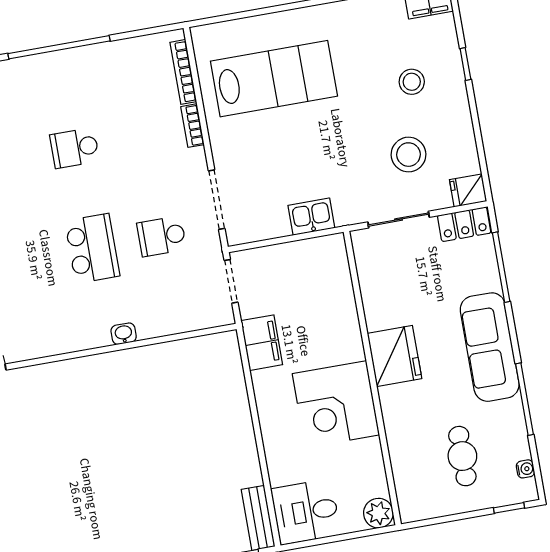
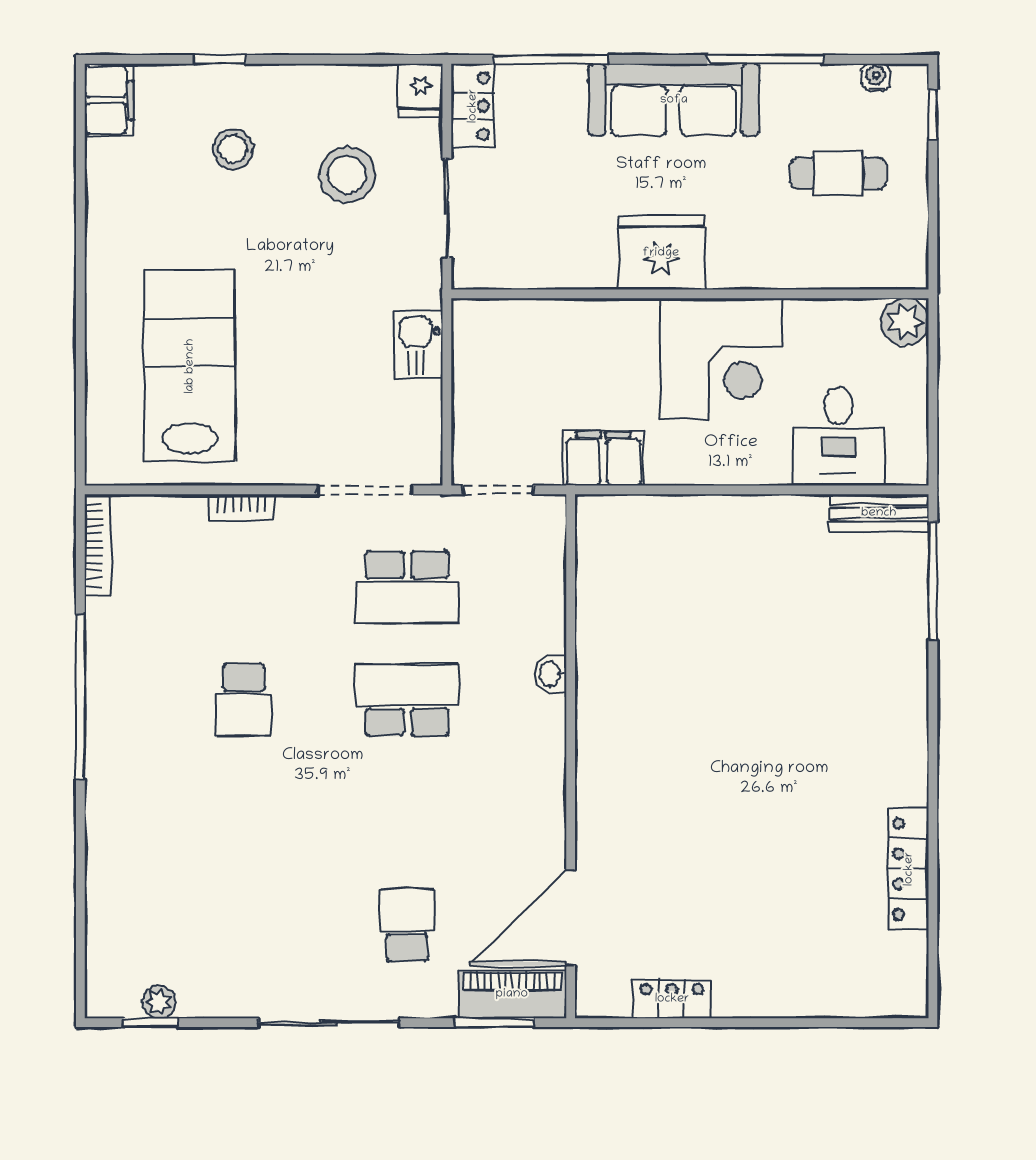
bookcase: (183, 72) -> (98, 545), moved, turned -90
school desk: (162, 236) -> (407, 587), width x1.85
desk: (306, 512) -> (839, 436), moved

